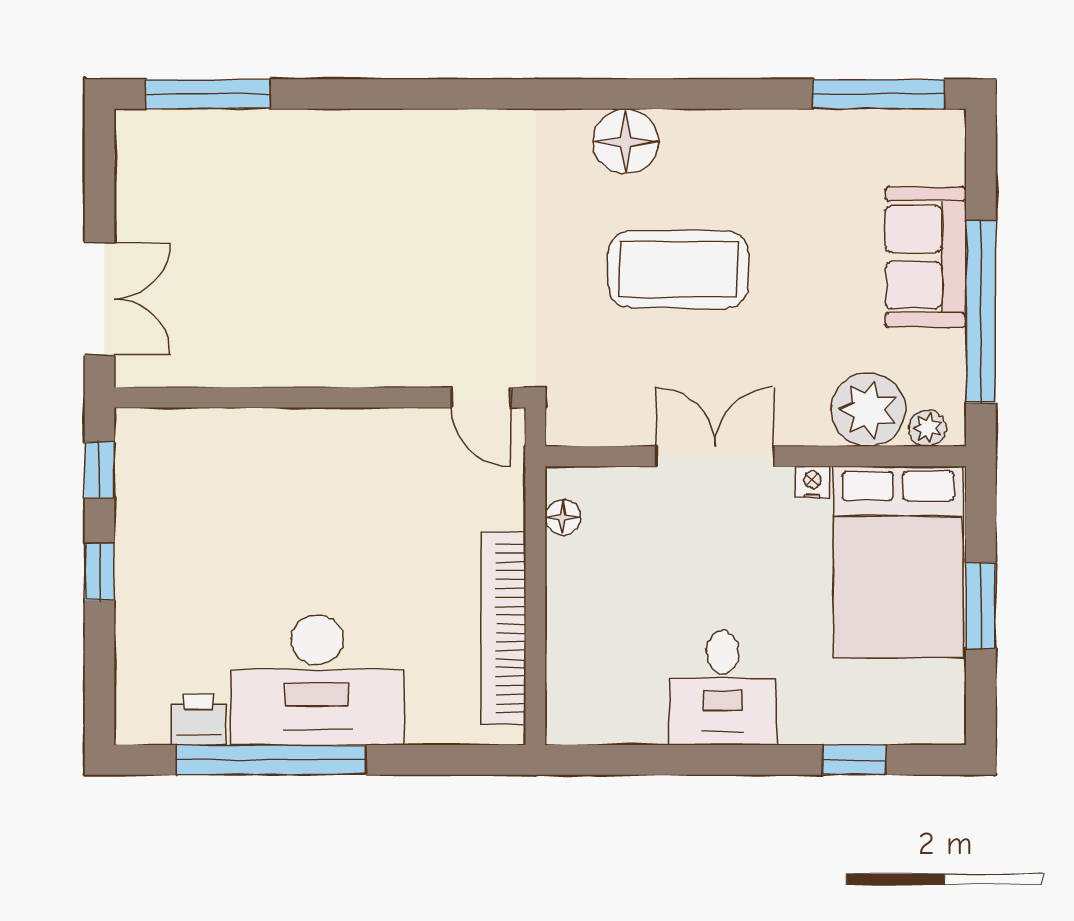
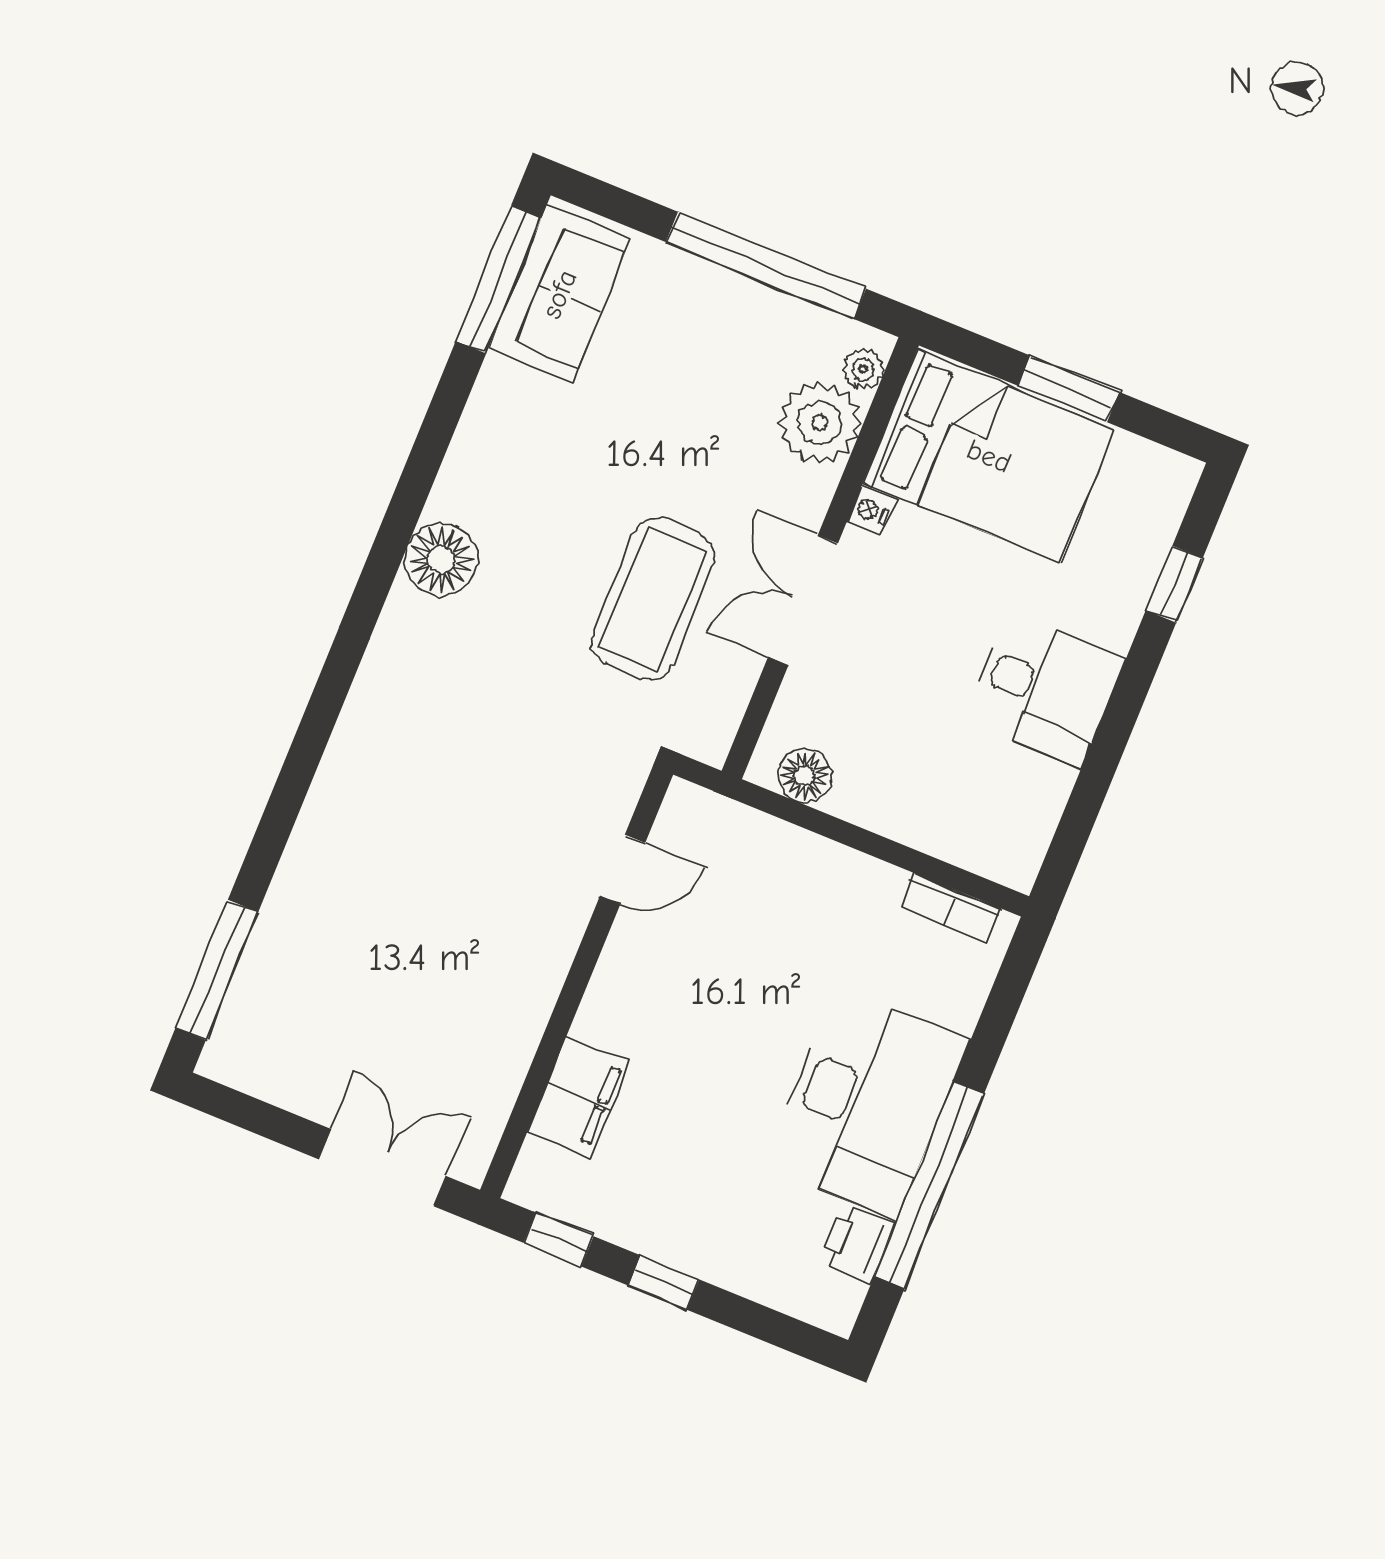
sofa: (926, 257) -> (559, 294), moved, turned -90
coffee table: (678, 269) -> (653, 599), moved
door: (481, 398) -> (623, 869), moved
filing cabinet: (225, 438) -> (579, 1097), added
floor lamp: (563, 517) -> (805, 776), width x1.37, depth x1.37
bookcase: (504, 628) -> (950, 908), width x0.43, depth x0.76

